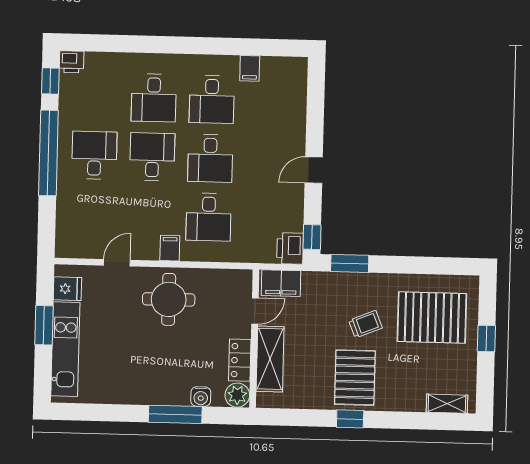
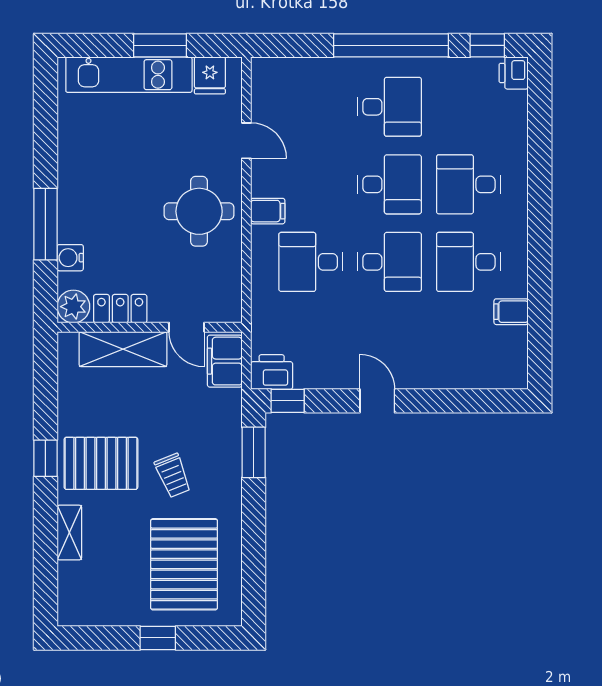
desk: (210, 158) -> (389, 262), turned 180
shelving: (447, 404) -> (69, 533), moved

